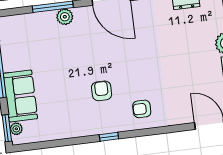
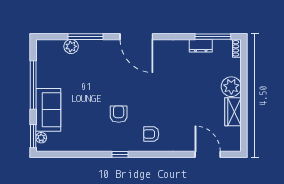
plant: (65, 17) -> (71, 46), moved

